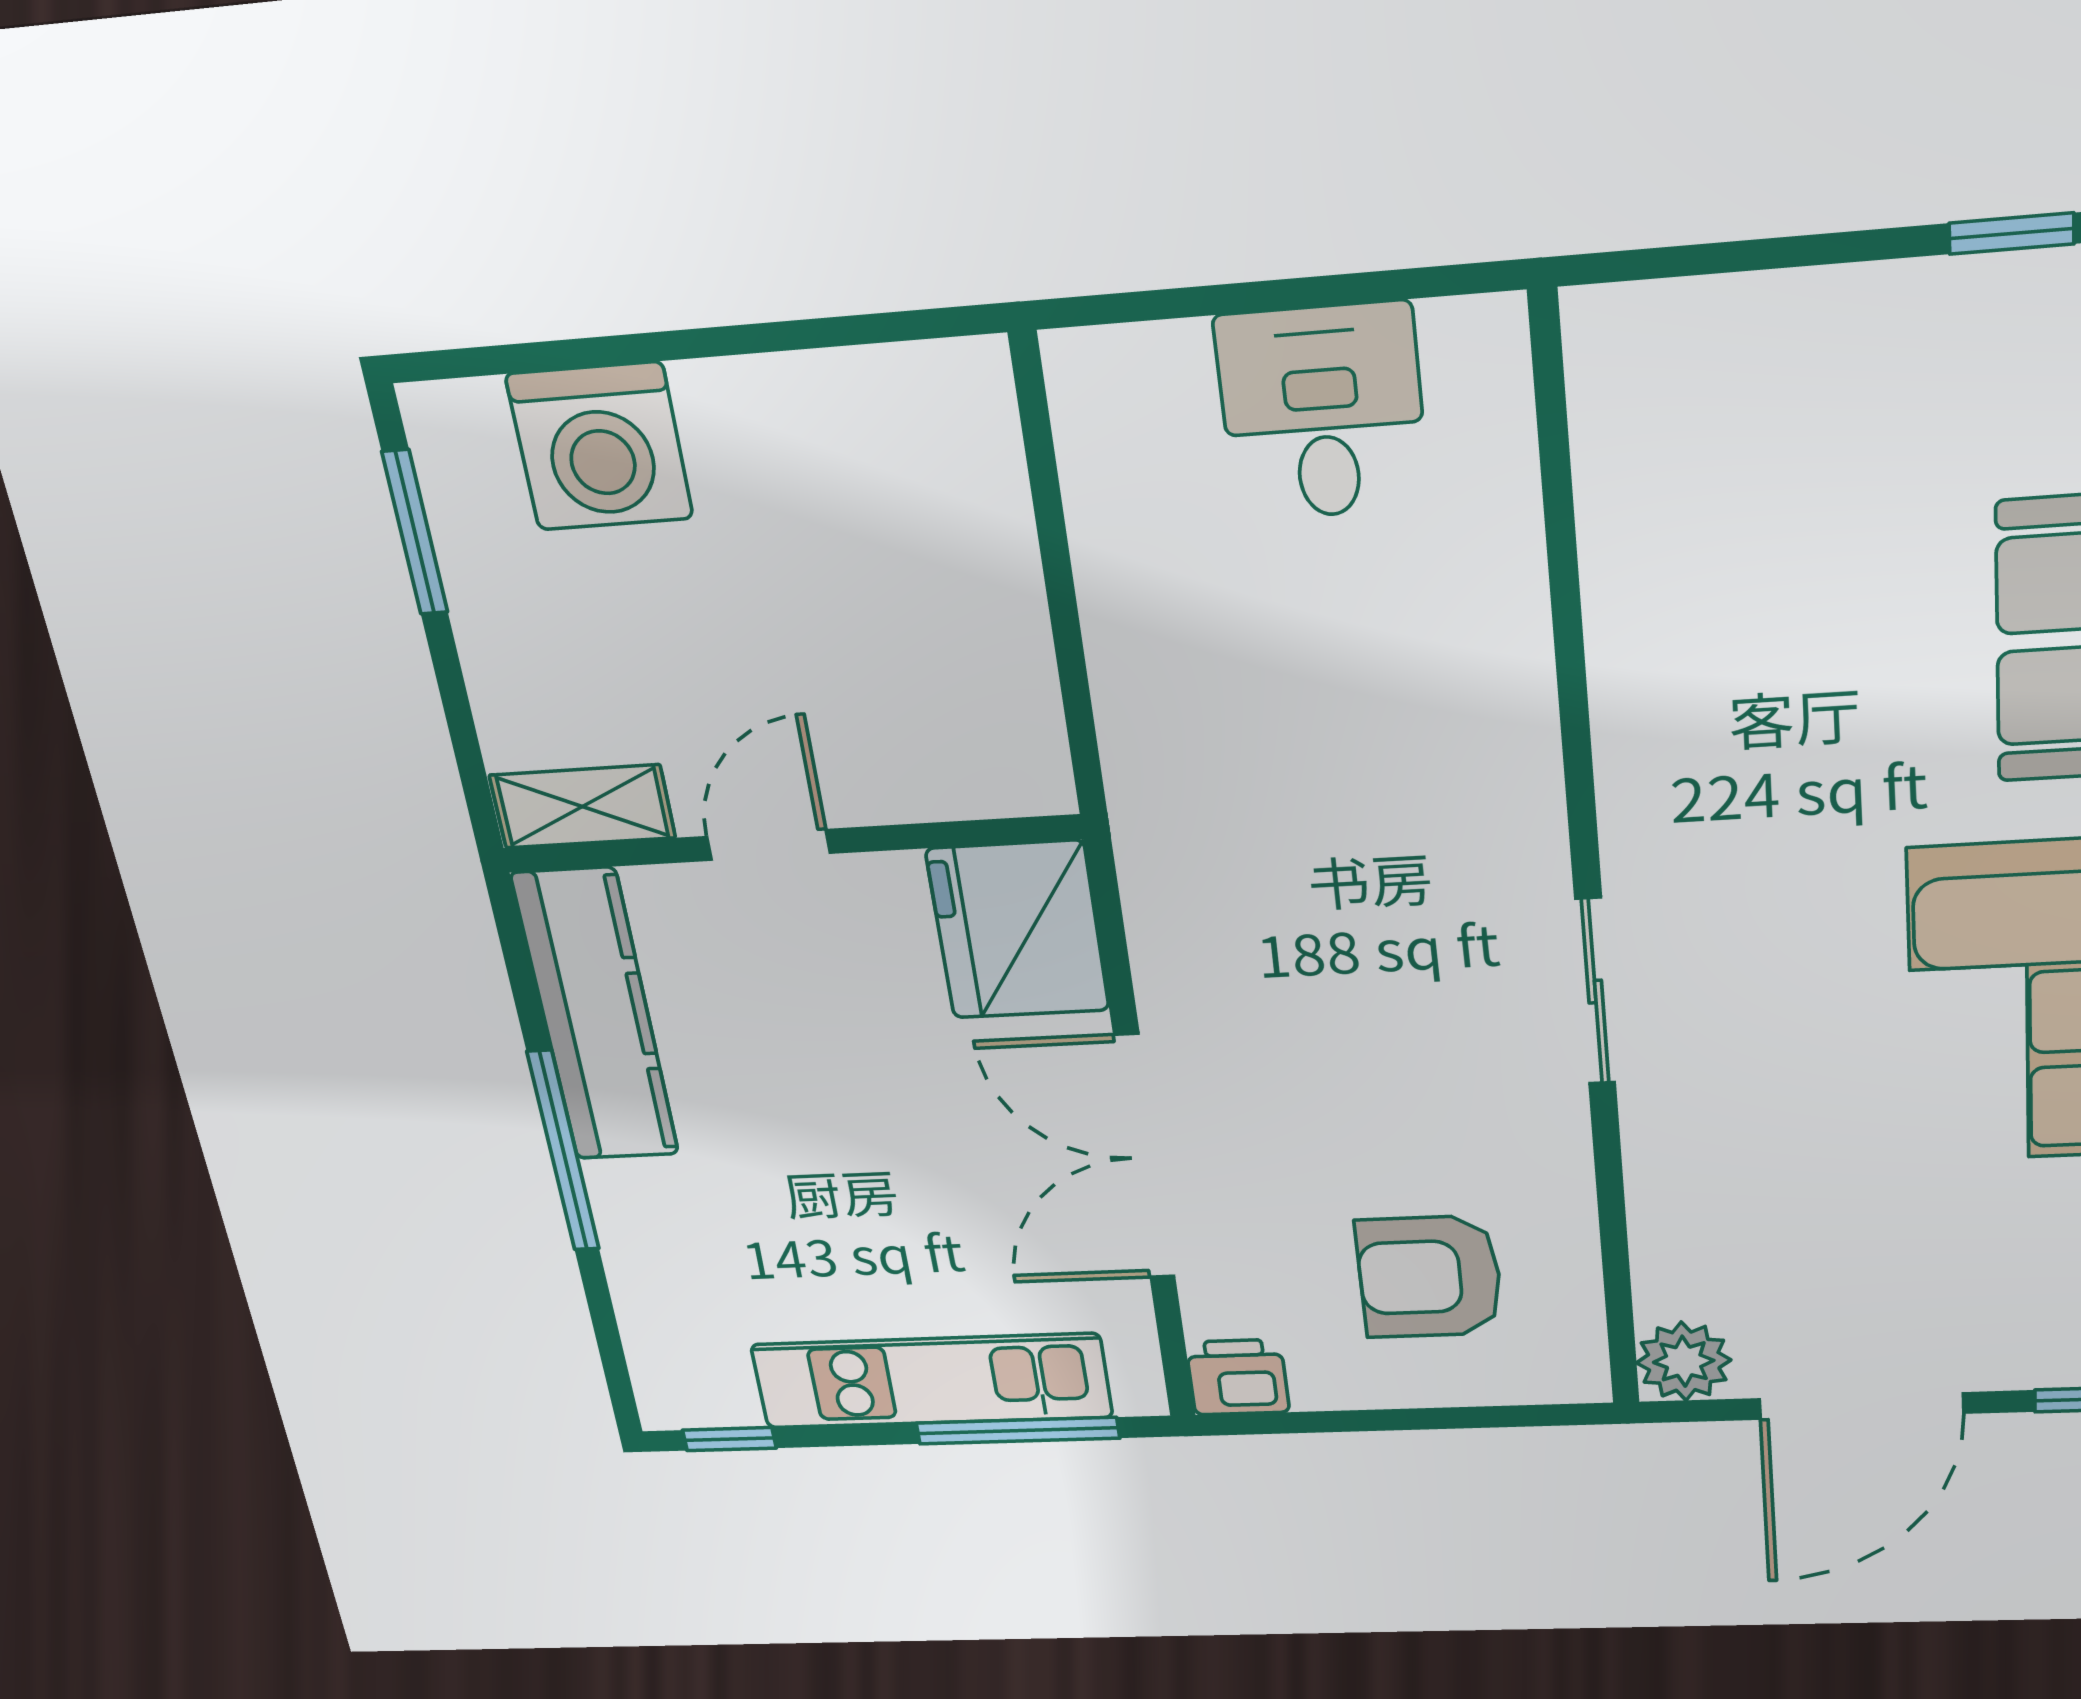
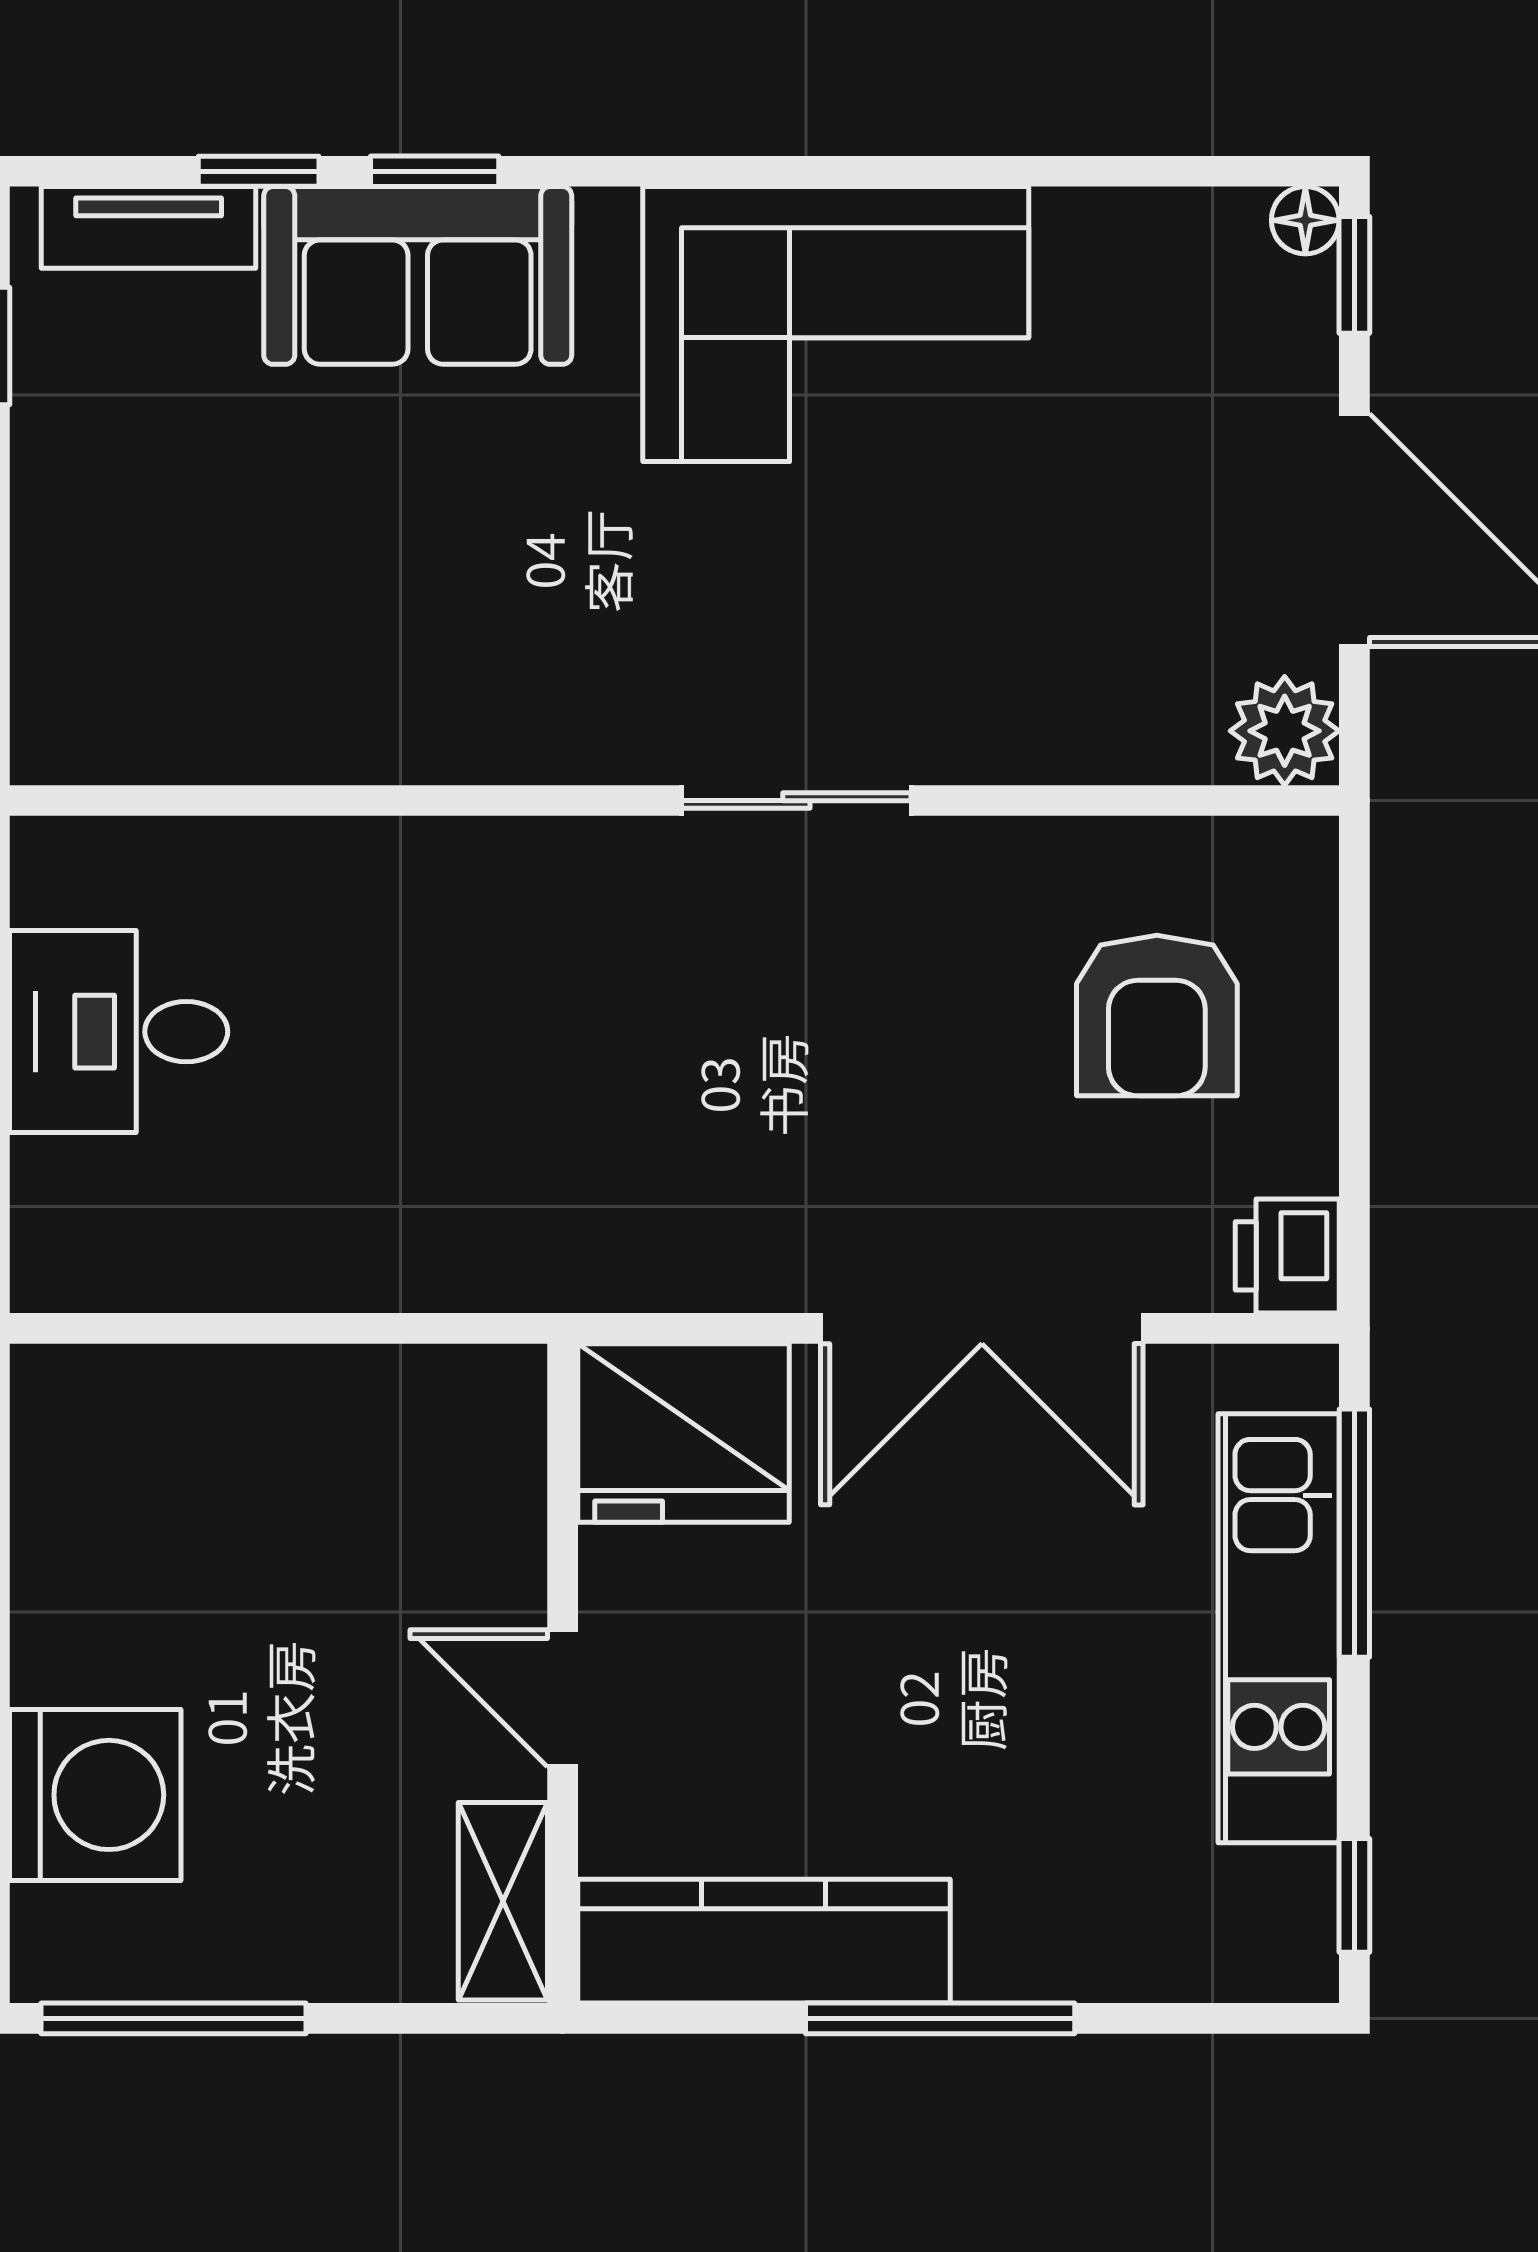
window: (415, 533) -> (173, 2018), width x1.44

